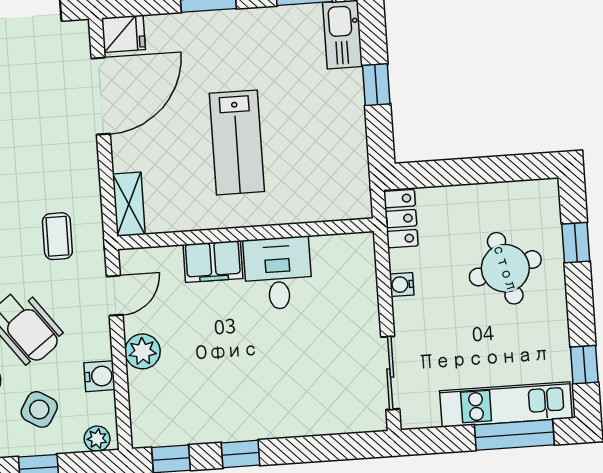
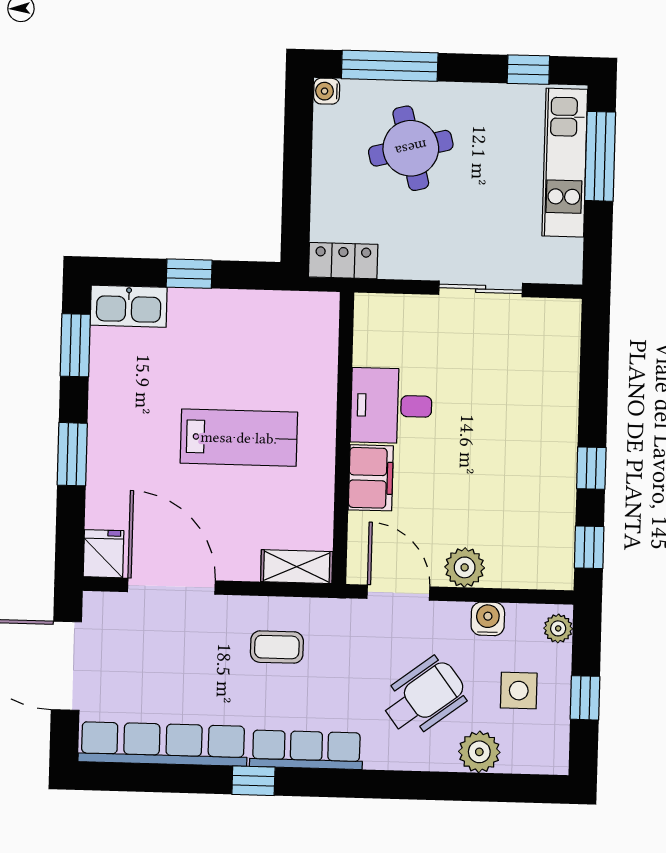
coffee table: (57, 236) -> (277, 647), moved
window: (576, 243) -> (390, 66), width x2.17
water cooler: (402, 284) -> (327, 91), moved, turned 90
door: (115, 296) -> (398, 593), width x1.38
sliding door: (390, 373) -> (481, 289), moved
side table: (39, 409) -> (519, 691), turned -31

